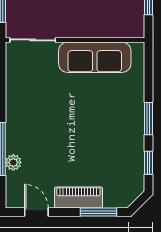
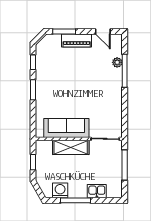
shelving: (88, 26) -> (71, 147), added

